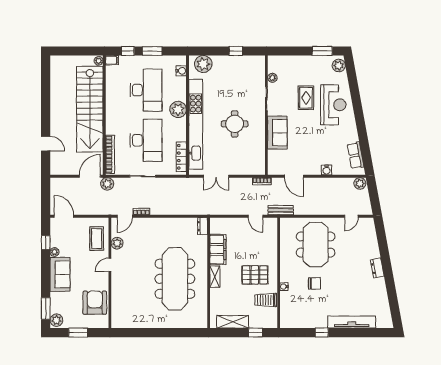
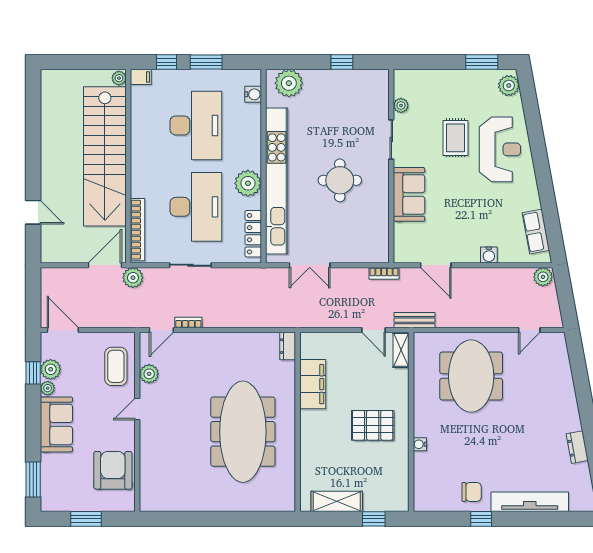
plant: (178, 109) -> (248, 183), moved
dresser: (377, 268) -> (577, 447), moved
shelving: (215, 277) -> (401, 350), moved
chair: (314, 283) -> (472, 492), moved
trolley: (266, 300) -> (390, 466), removed
plant: (56, 320) -> (51, 369), moved

